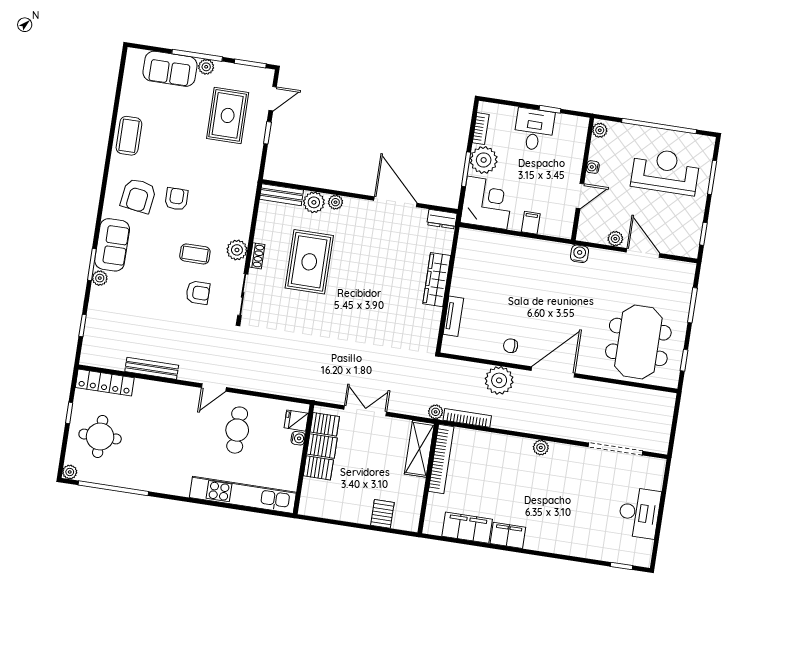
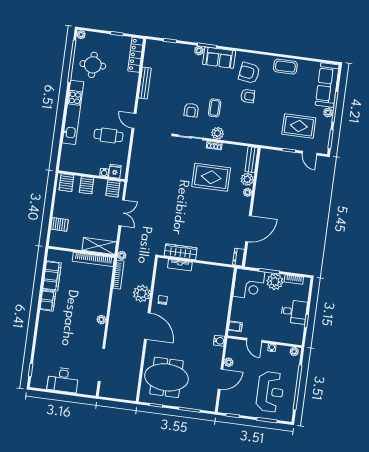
sofa: (170, 69) -> (327, 85), width x1.36
filing cabinet: (531, 223) -> (235, 326), moved
wardrobe: (437, 280) -> (181, 252), moved
round table: (100, 436) -> (93, 65), moved
server rack: (322, 446) -> (66, 183), moved
kitchen unit: (243, 495) -> (73, 112), moved

